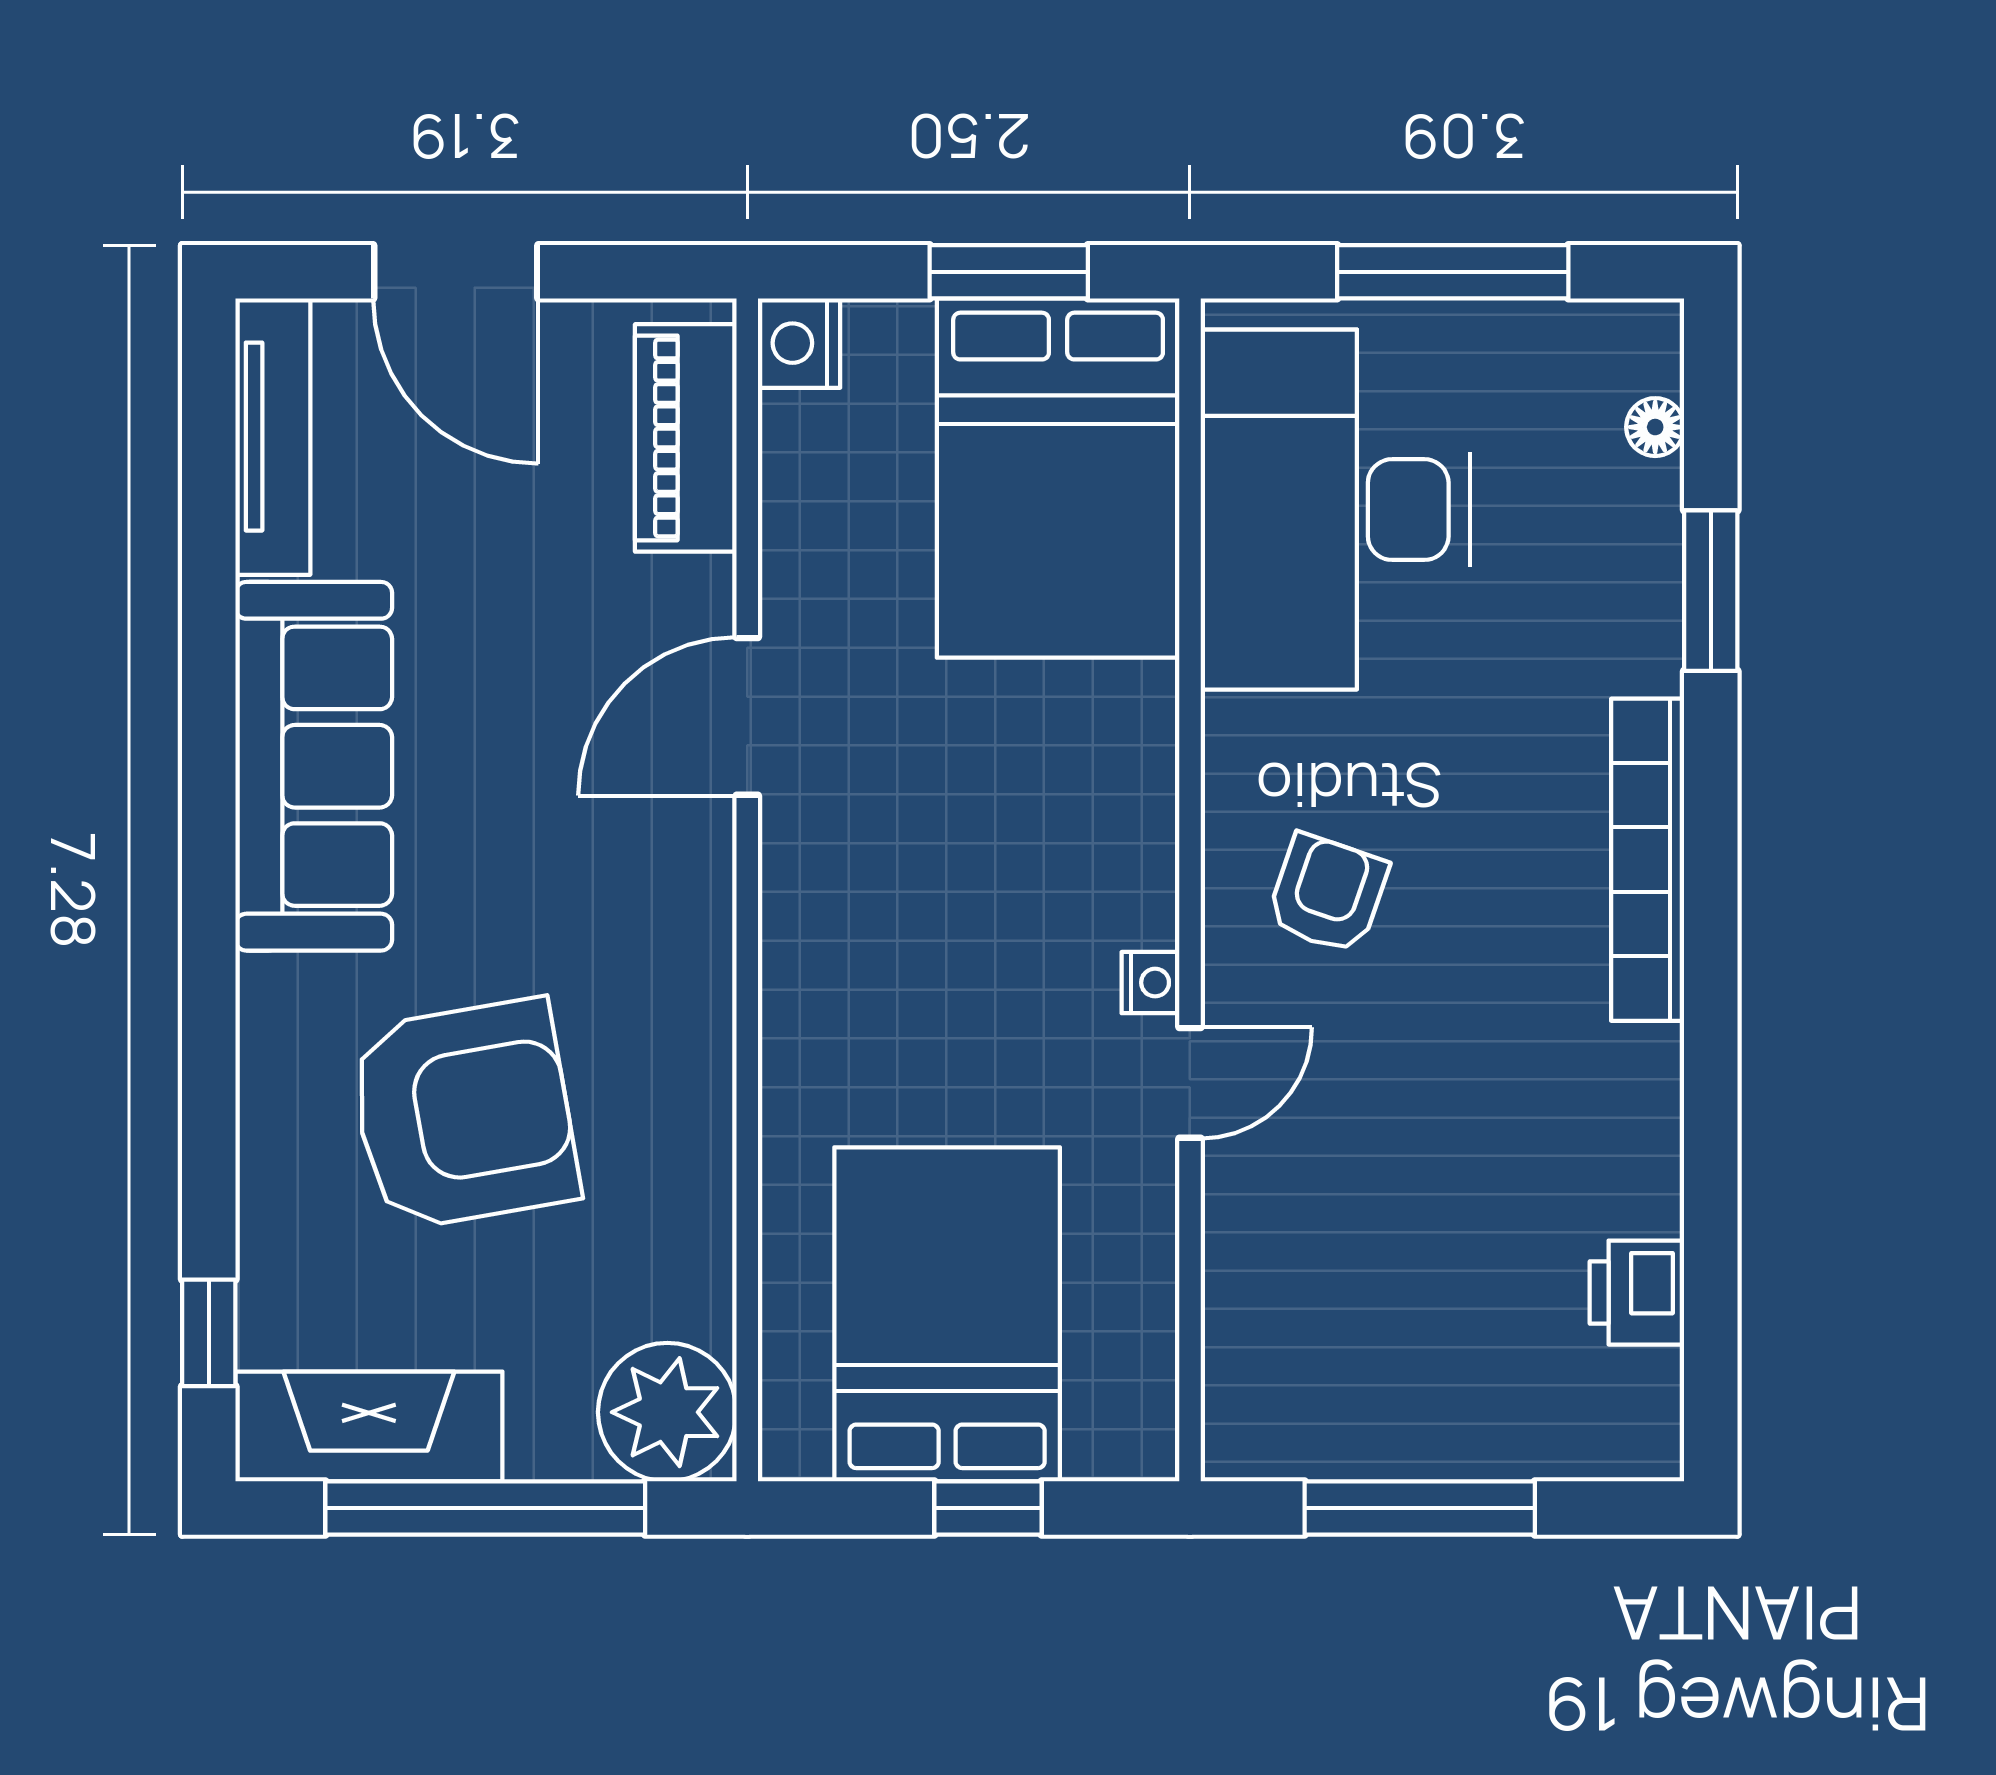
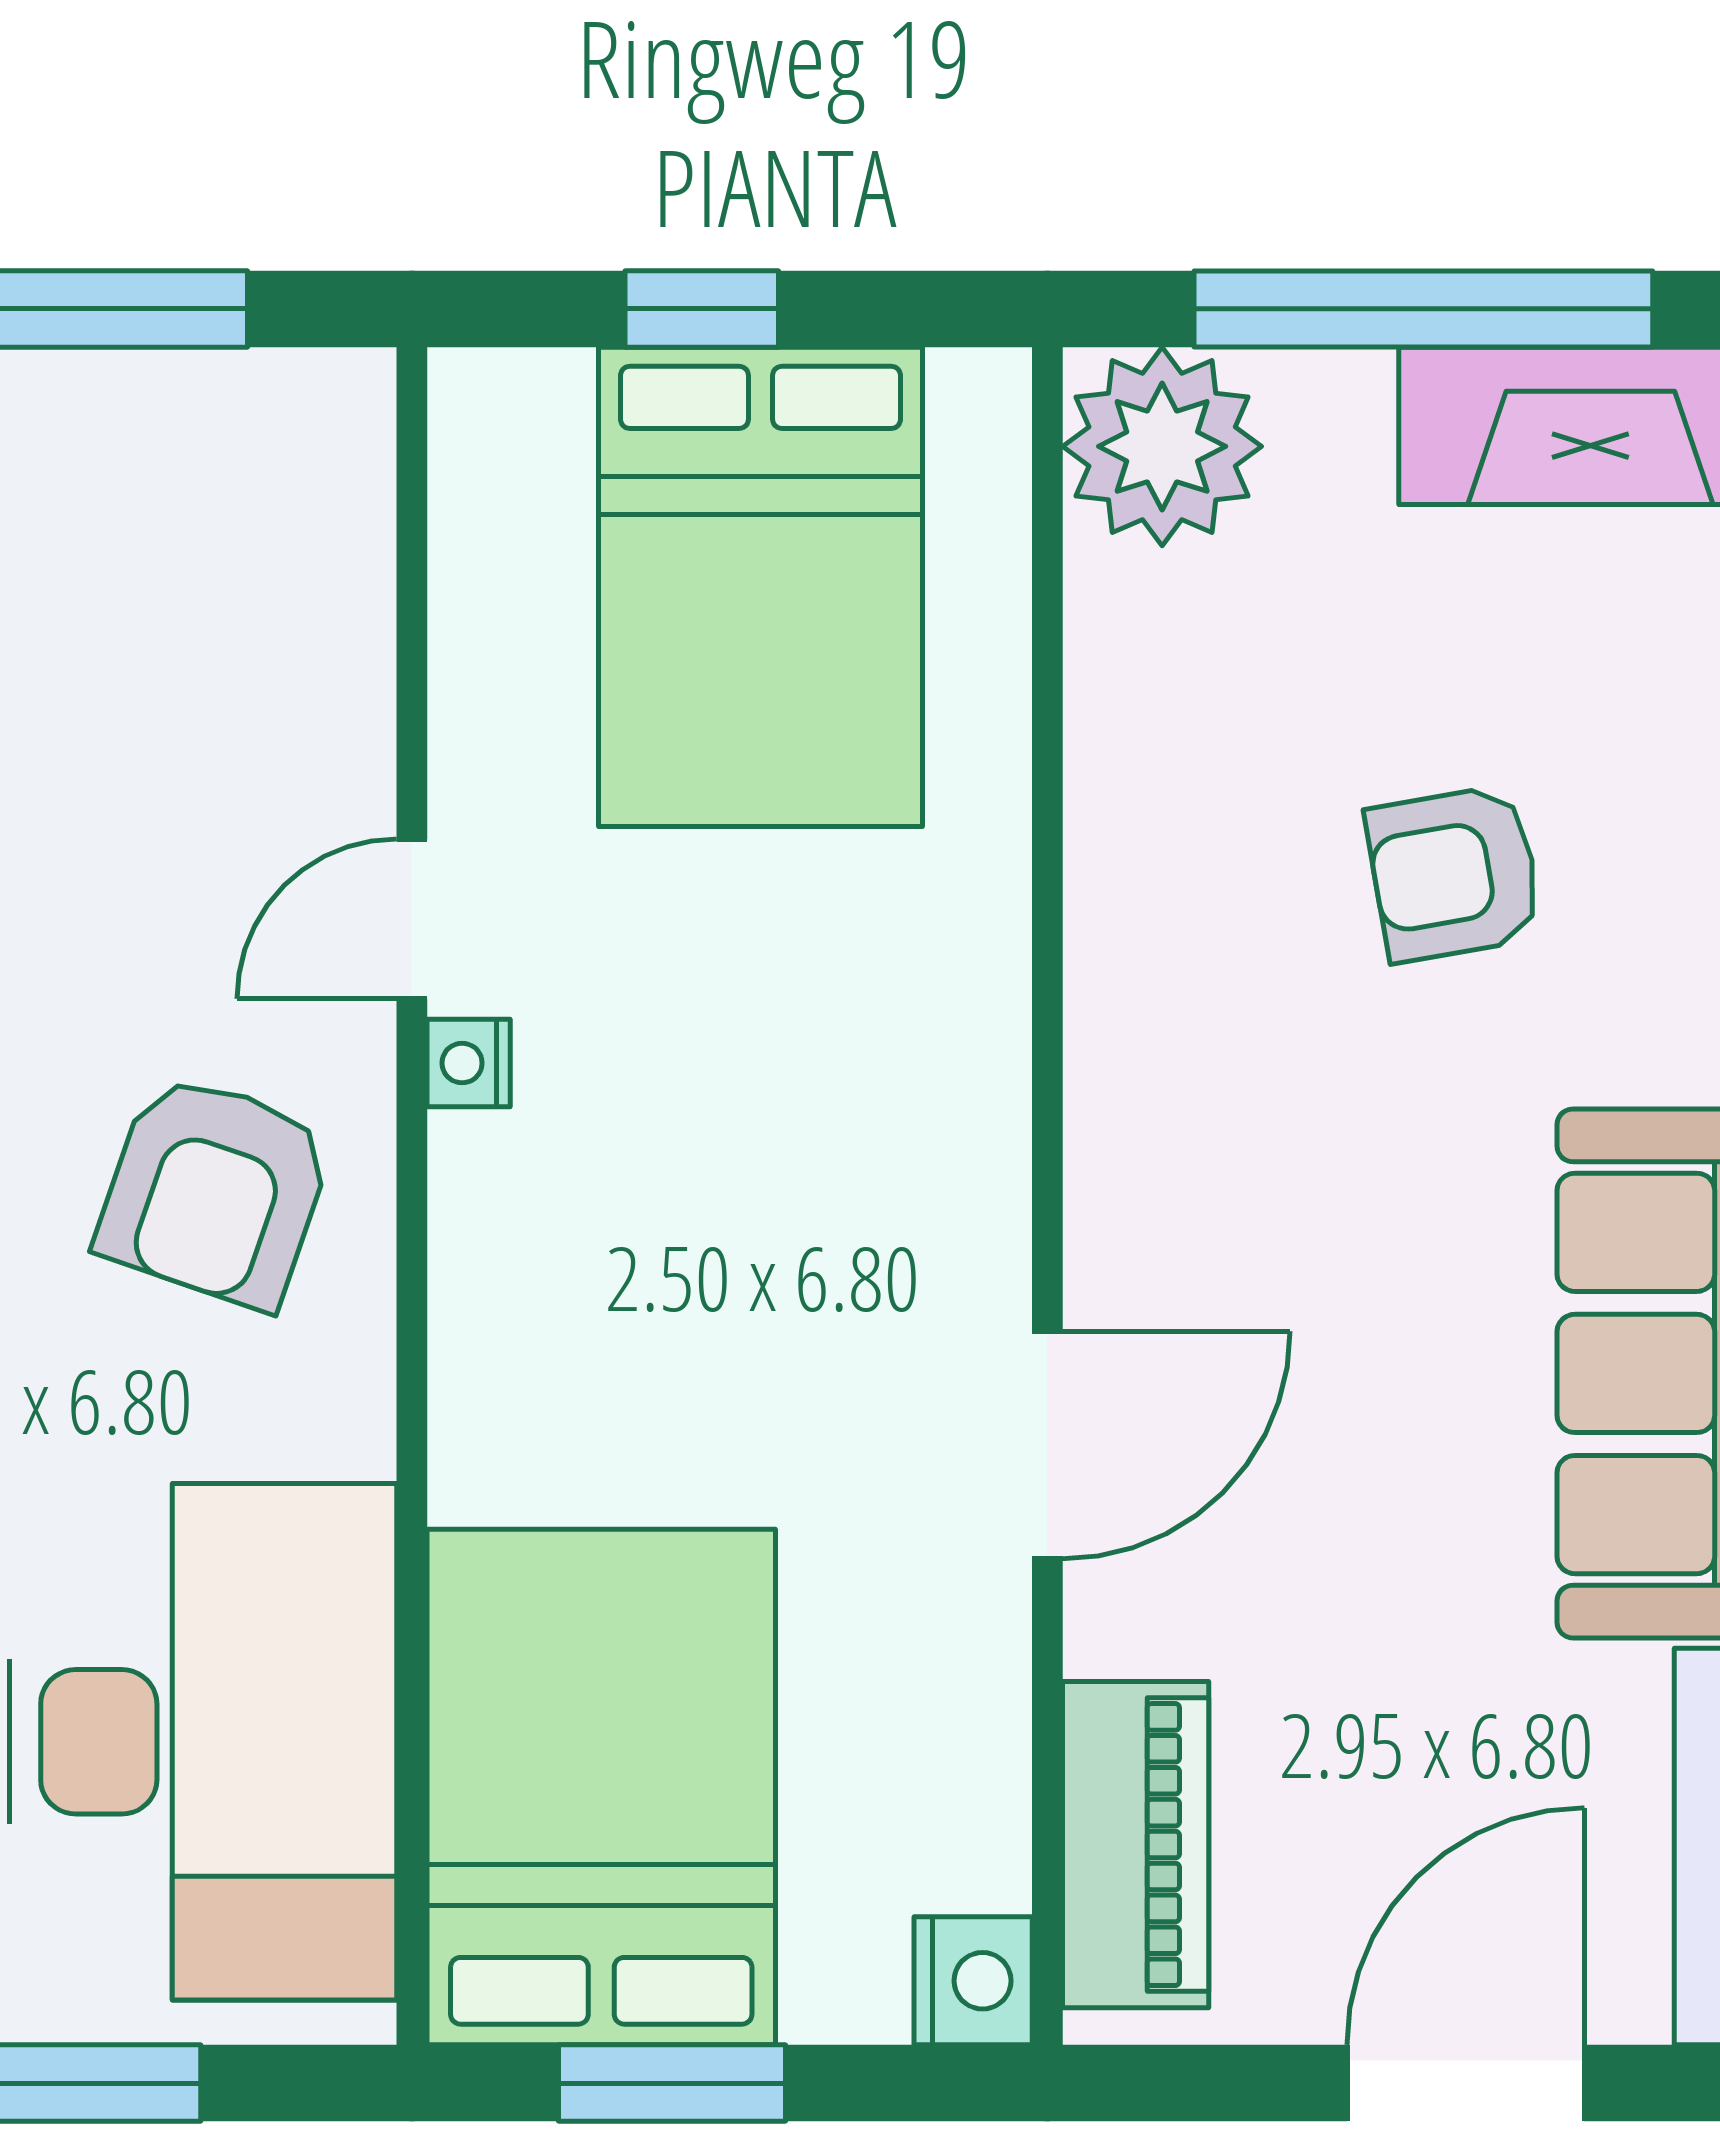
door: (456, 272) -> (1466, 2083), hinge flipped
armchair: (1327, 894) -> (215, 1191), width x1.38, depth x1.38
armchair: (464, 1115) -> (1454, 873), width x0.53, depth x0.53

